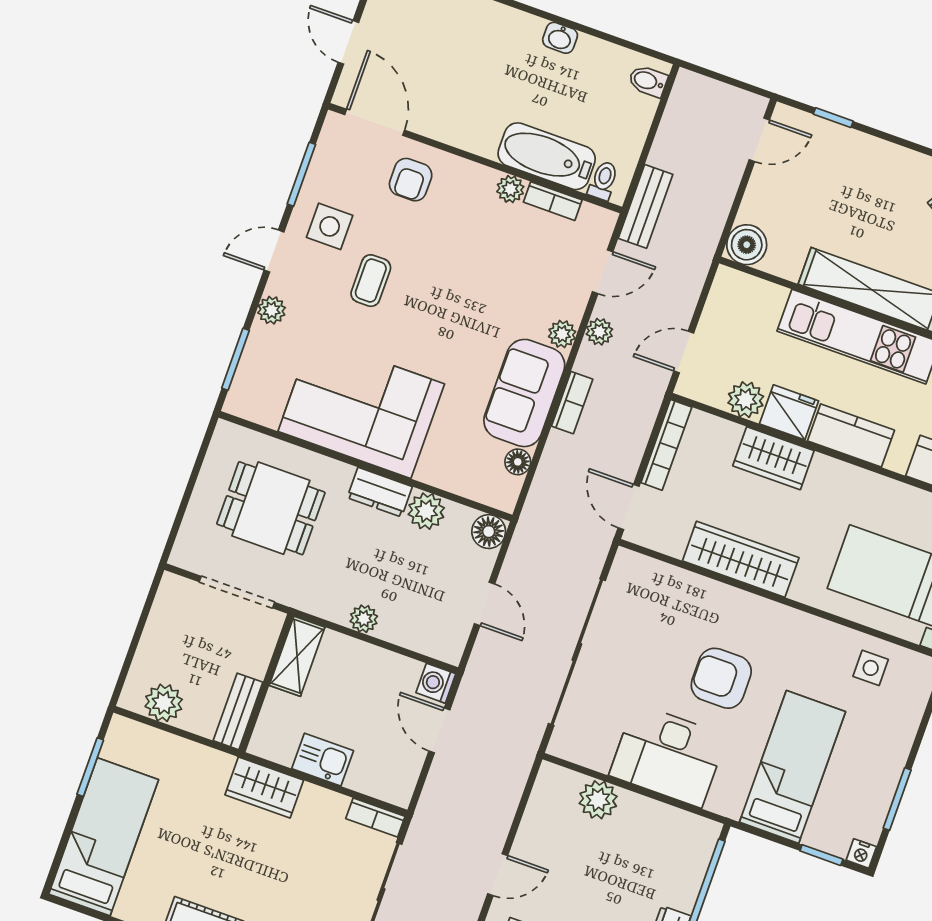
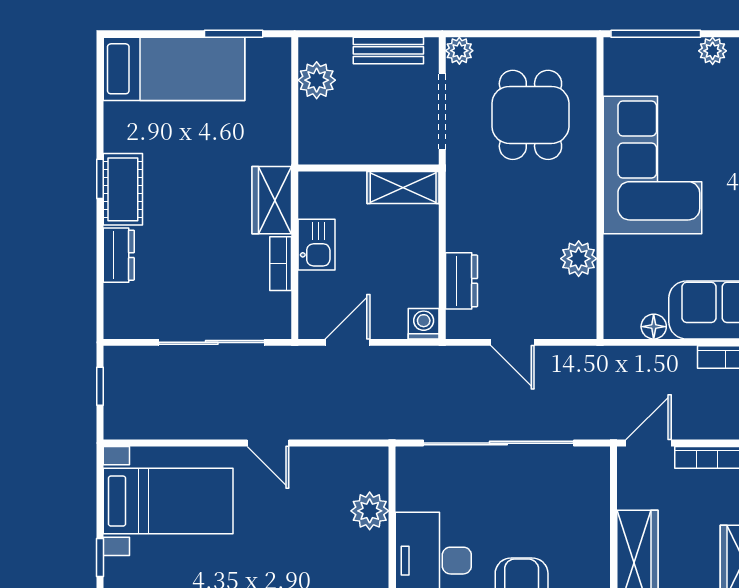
window: (235, 359) -> (656, 34), width x1.44
dresser: (380, 492) -> (462, 281), moved, turned 180
floor lamp: (489, 532) -> (580, 323), removed
door: (484, 604) -> (512, 342), hinge flipped
plant: (364, 619) -> (459, 51), moved
bench: (238, 711) -> (388, 50), moved
door: (439, 730) -> (347, 342), moved
bookcase: (375, 818) -> (281, 264), moved

